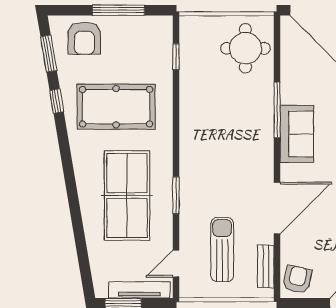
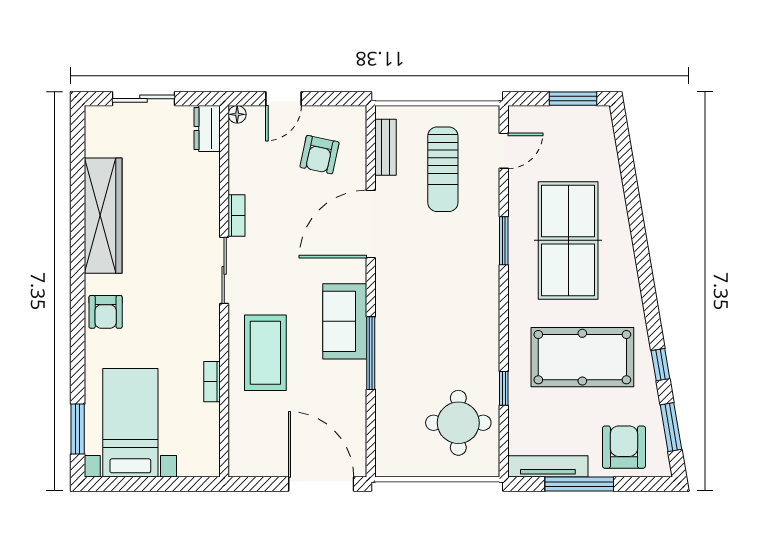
round table: (245, 48) -> (458, 423), moved
window: (176, 57) -> (504, 388), moved
armchair: (297, 279) -> (319, 155), moved
tv unit: (139, 290) -> (548, 466), moved, turned 180

